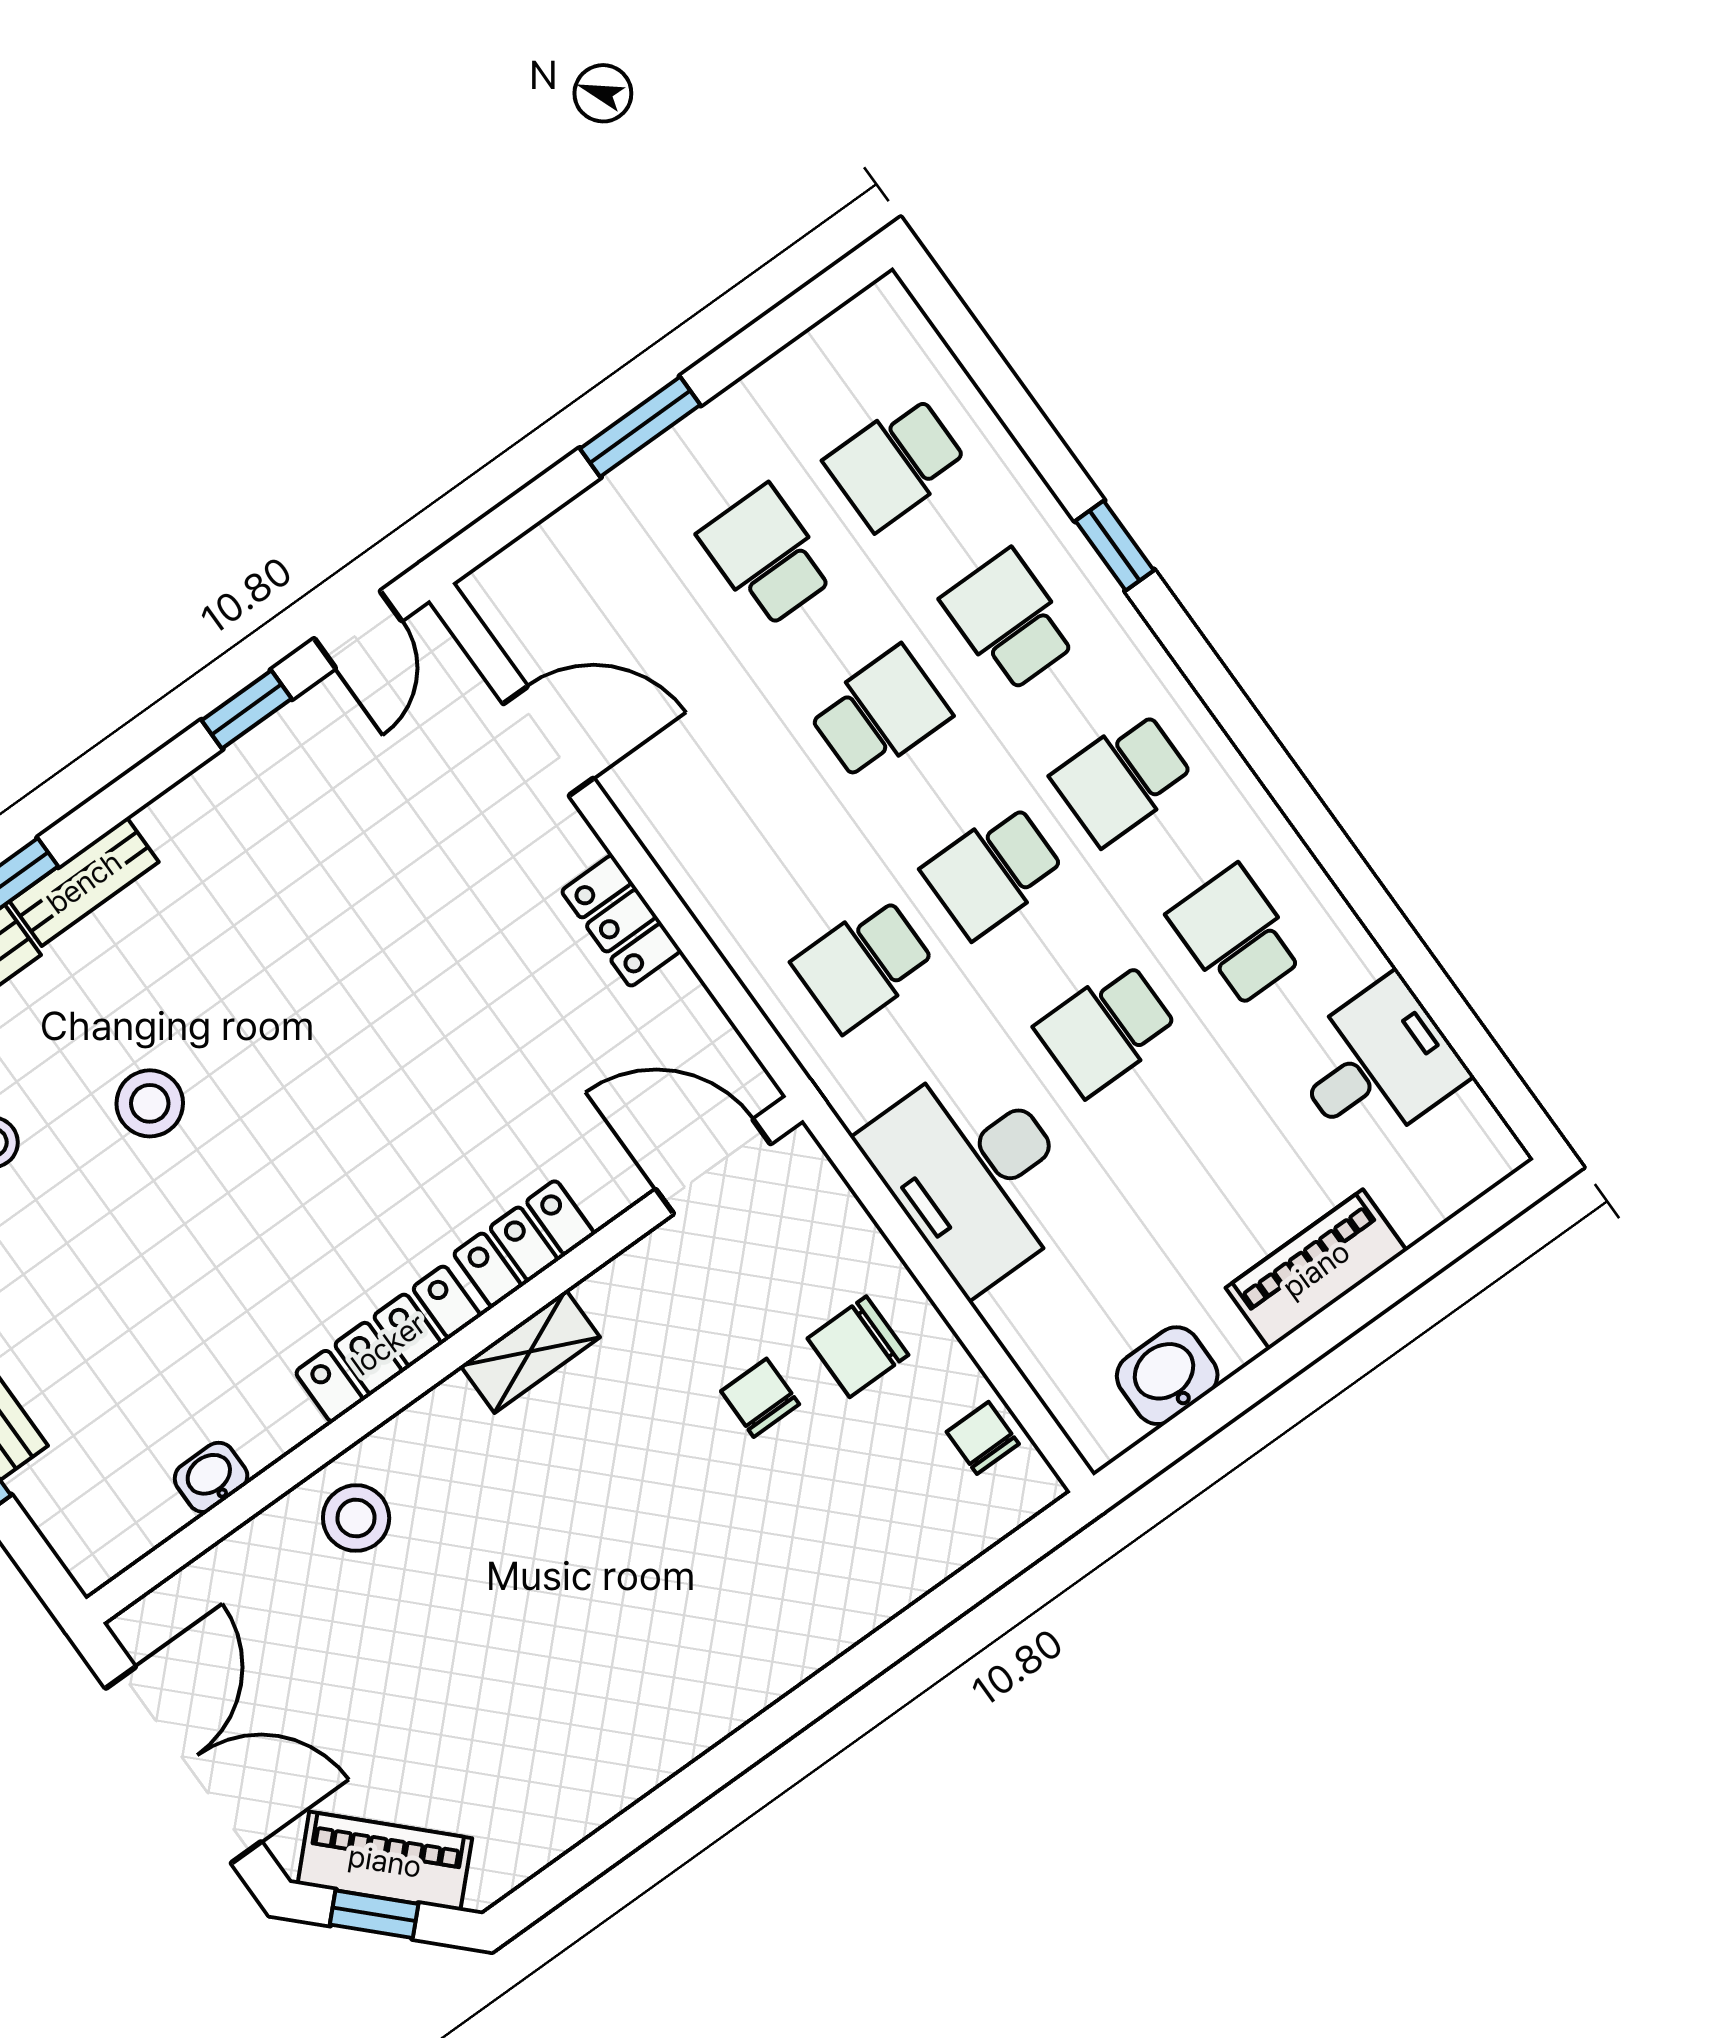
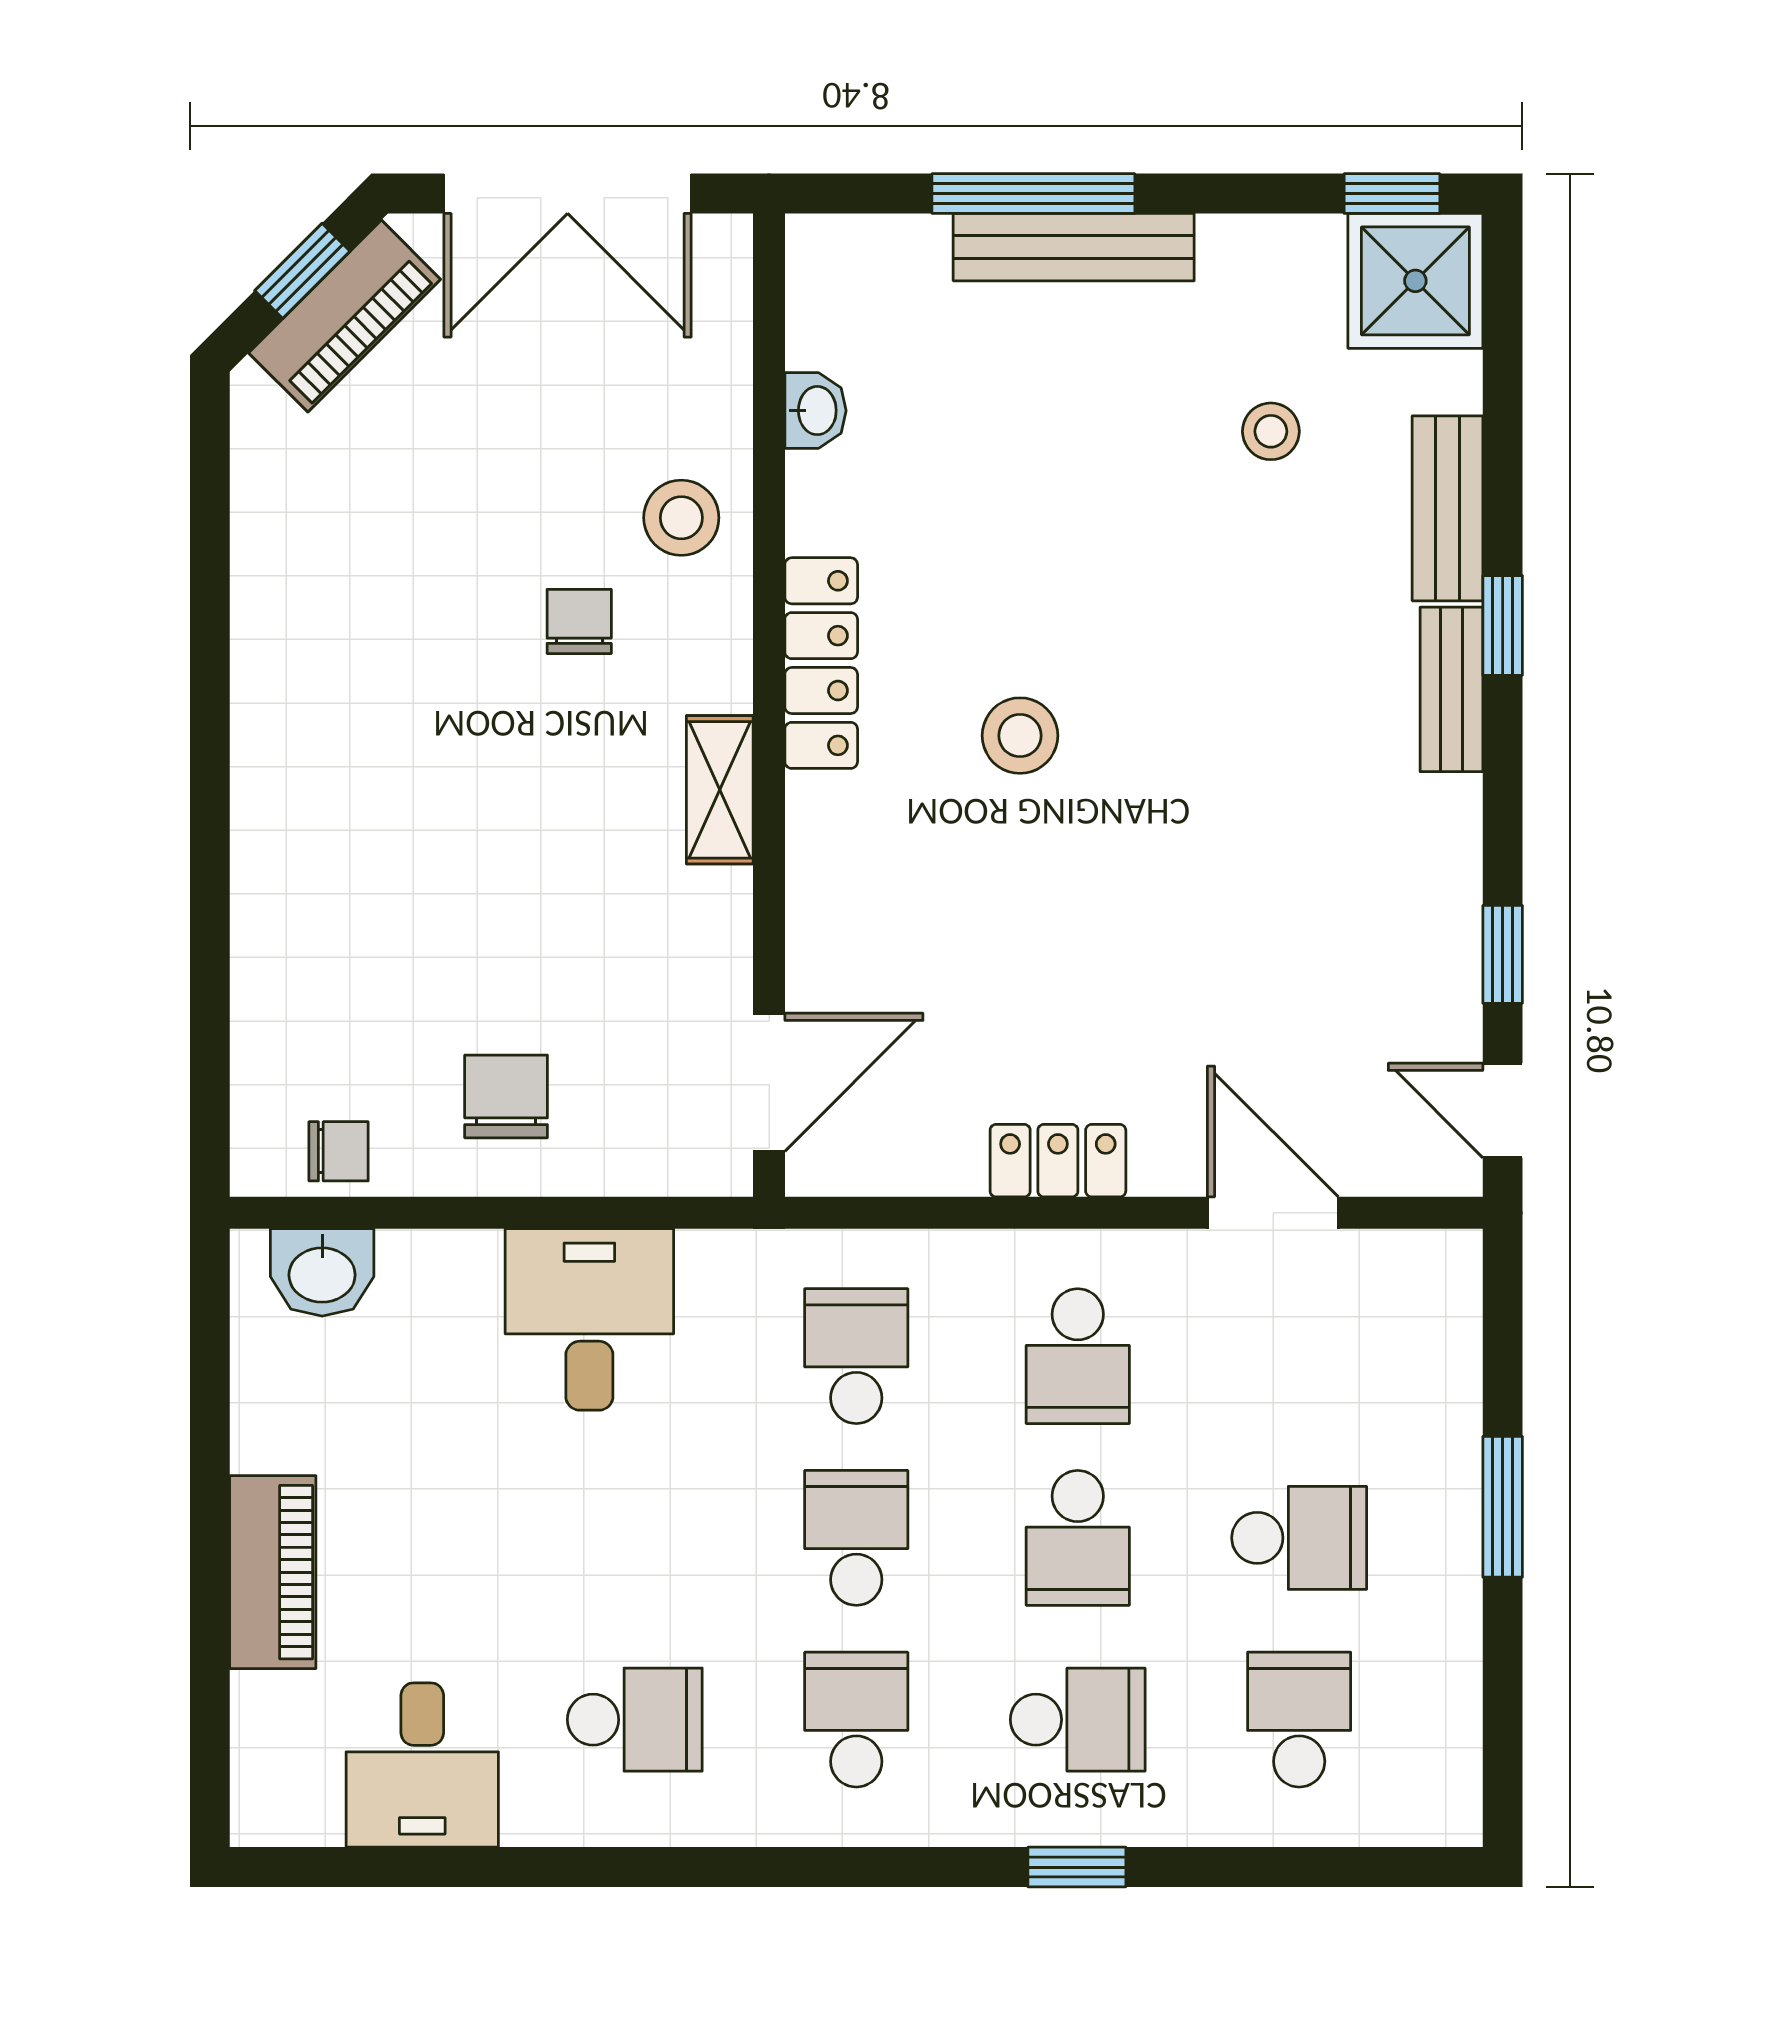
door: (548, 741) -> (1273, 1213), swing flipped
school desk: (1106, 1029) -> (1078, 1356), moved, turned 180
stool: (150, 1103) -> (1020, 736), moved
desk: (974, 1173) -> (589, 1319), width x0.73
locker: (524, 1244) -> (824, 856), removed
washbasin: (1167, 1376) -> (322, 1272), moved, turned 90
chair: (760, 1398) -> (579, 621), moved, turned -90

